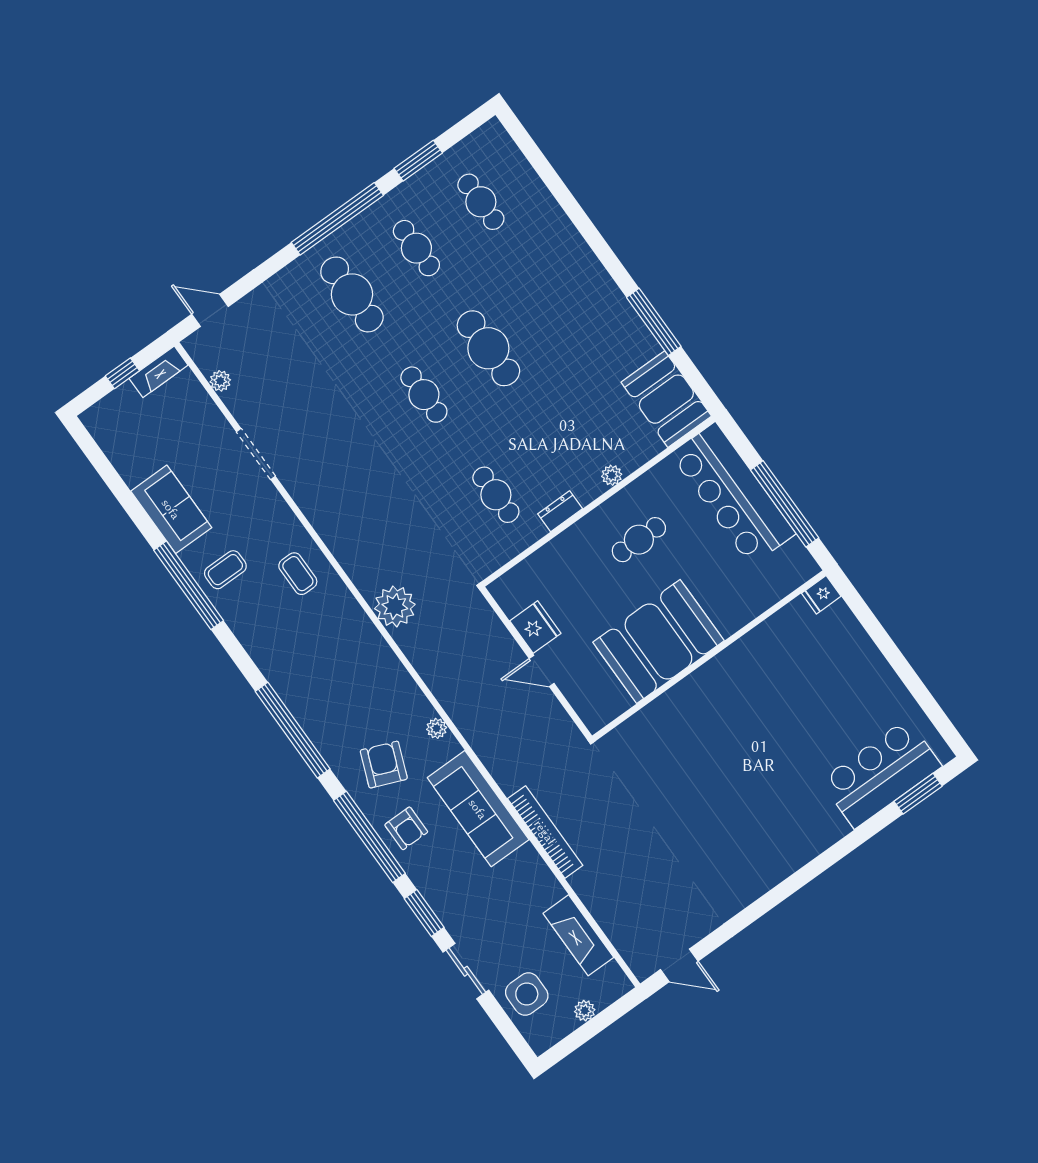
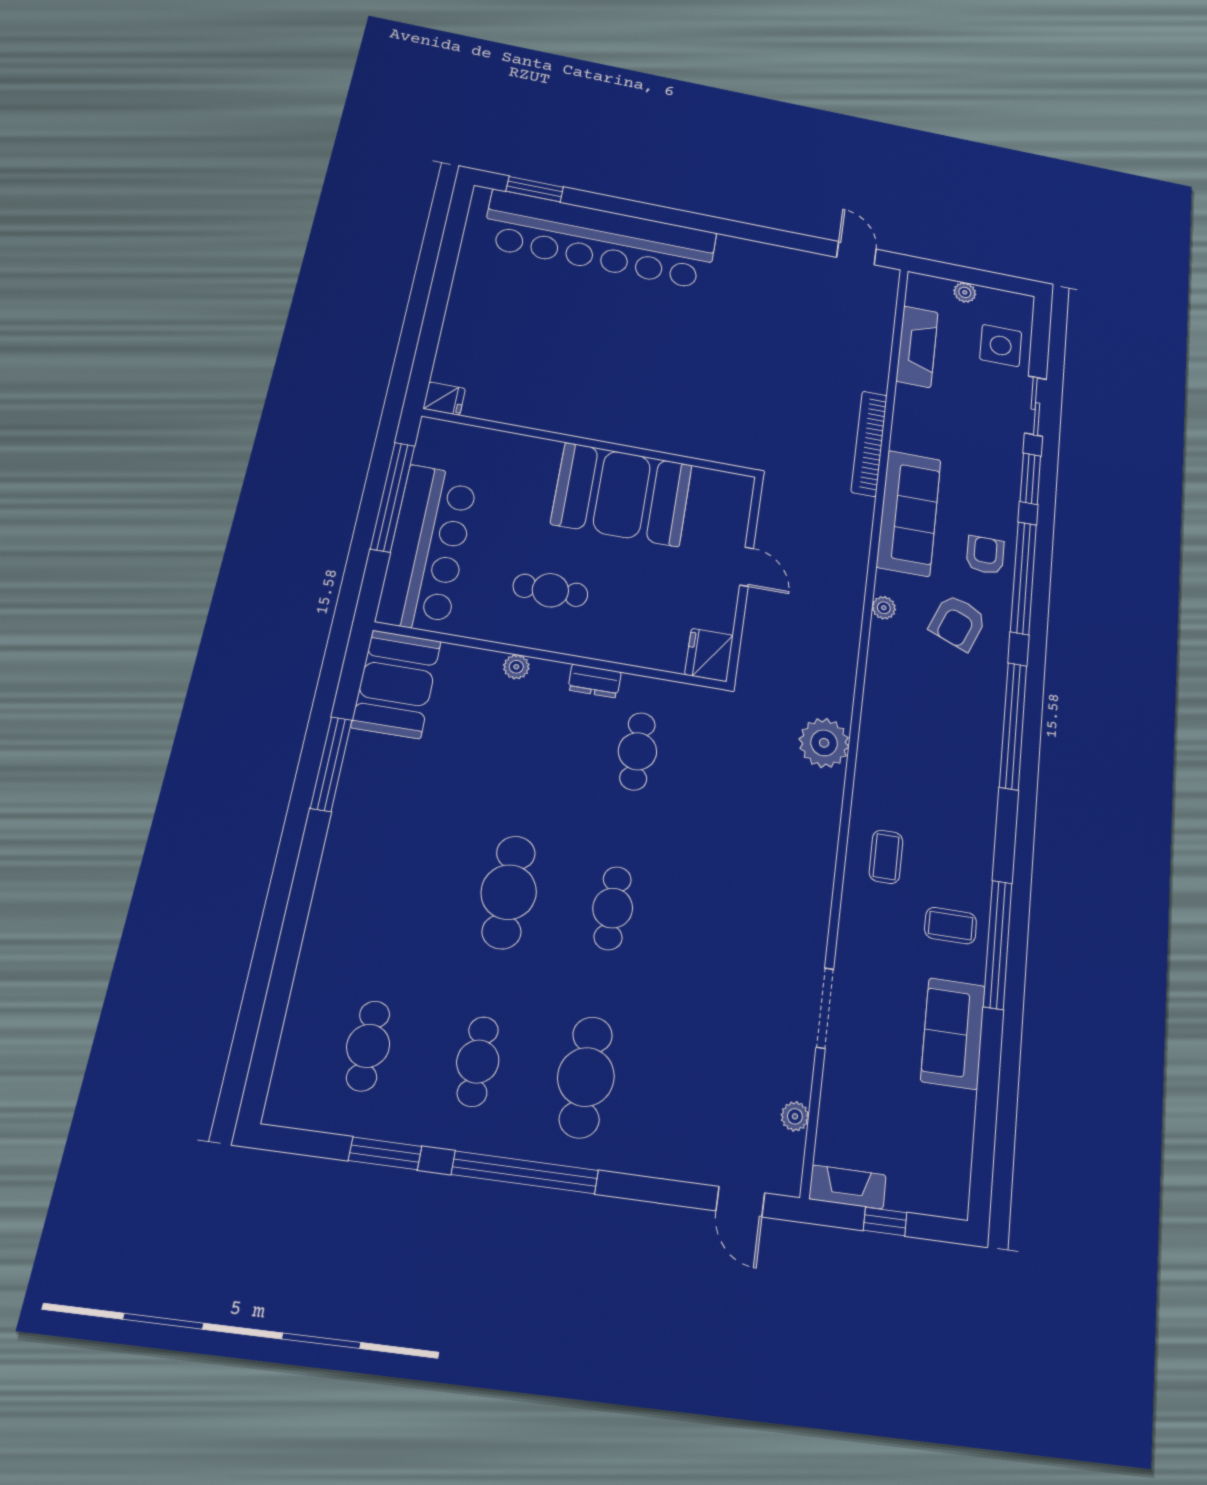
fridge: (535, 627) -> (709, 655), moved
bar counter: (881, 774) -> (600, 240), width x1.86

